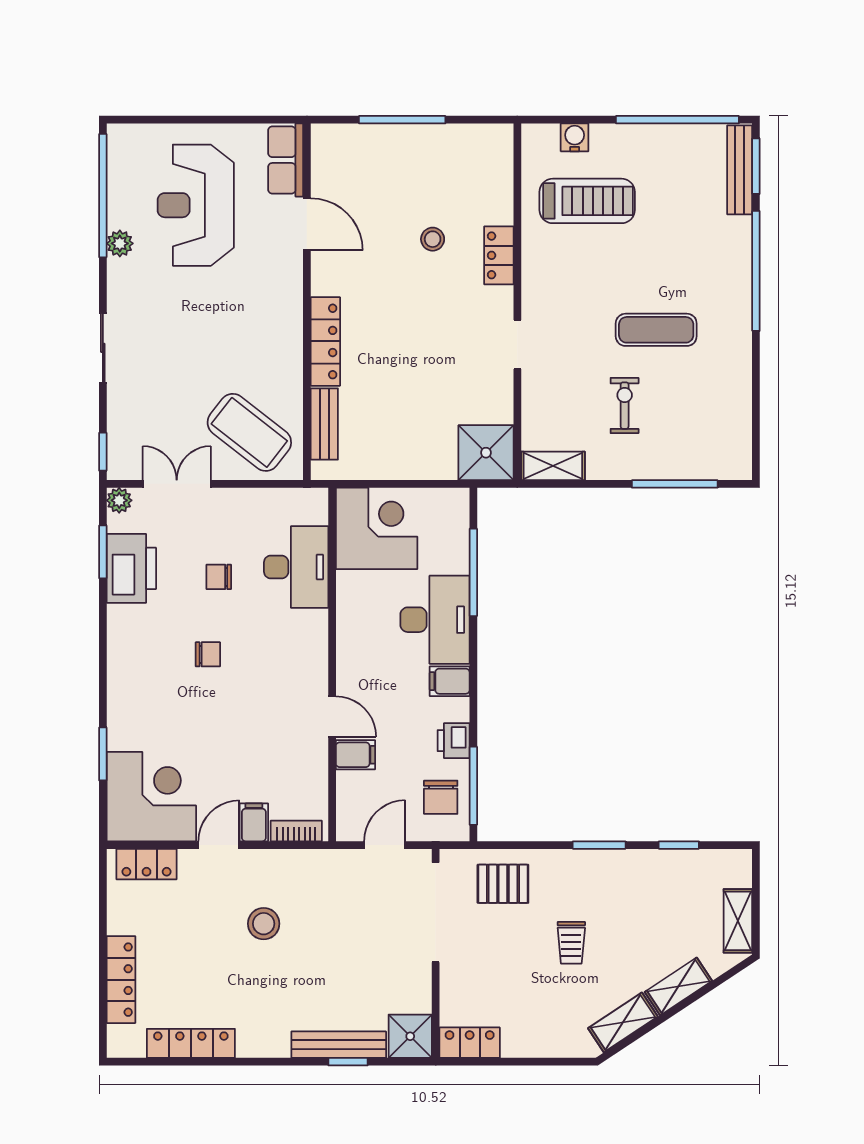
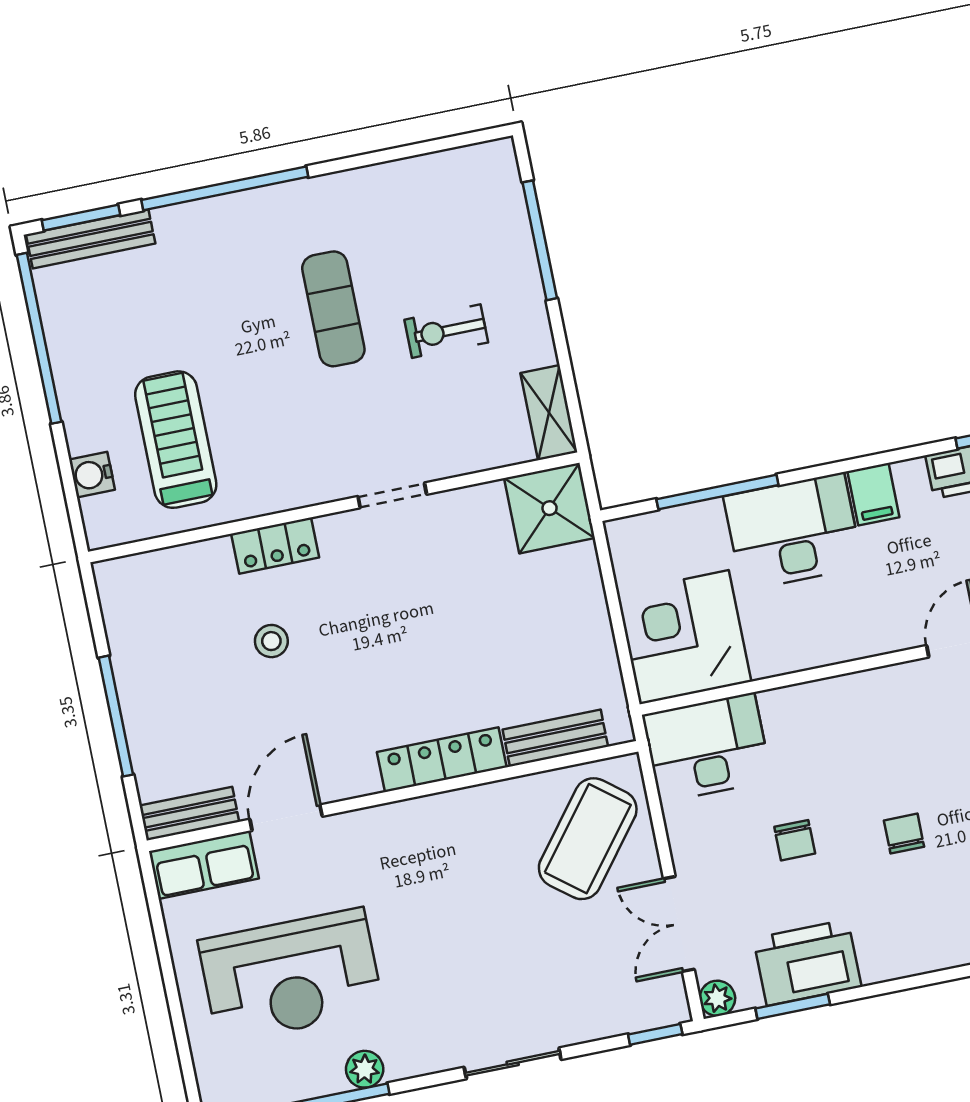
bench: (324, 157) -> (189, 814), added
desk: (296, 567) -> (707, 748), moved

